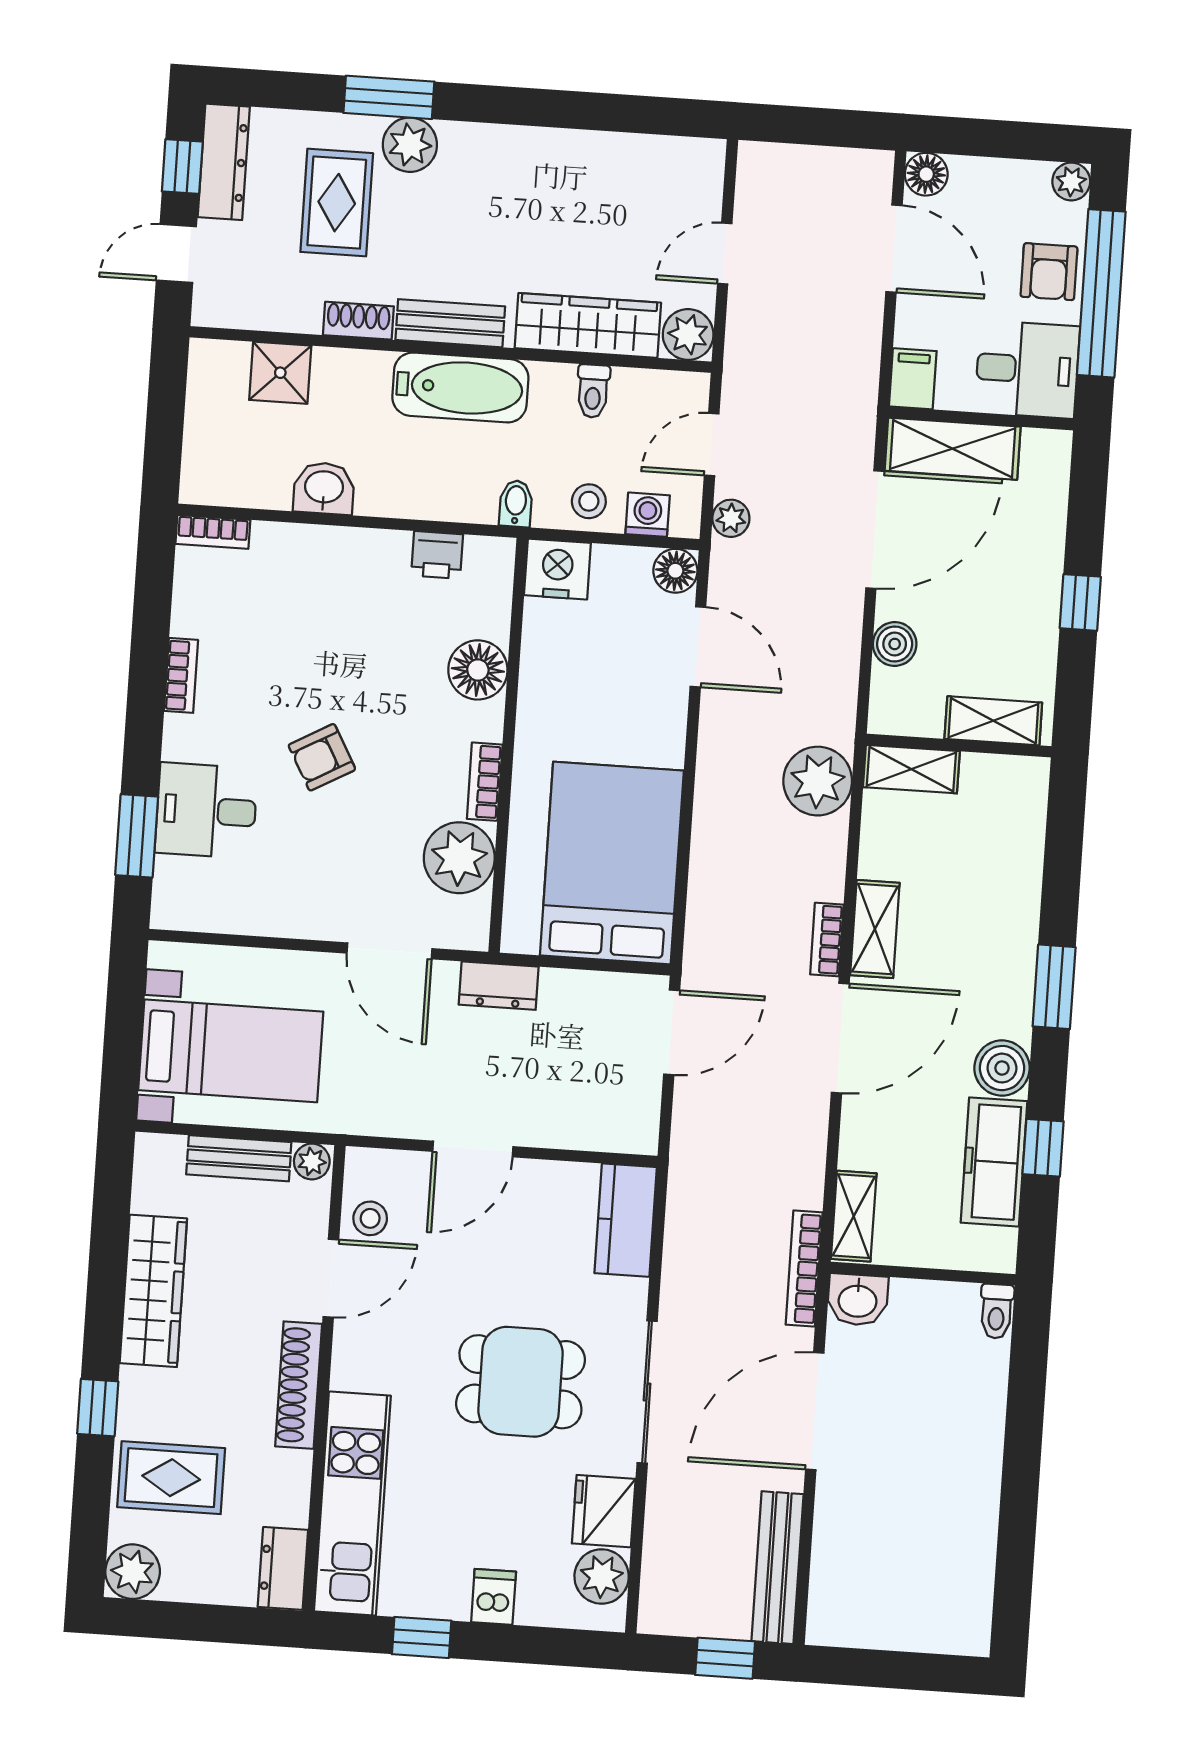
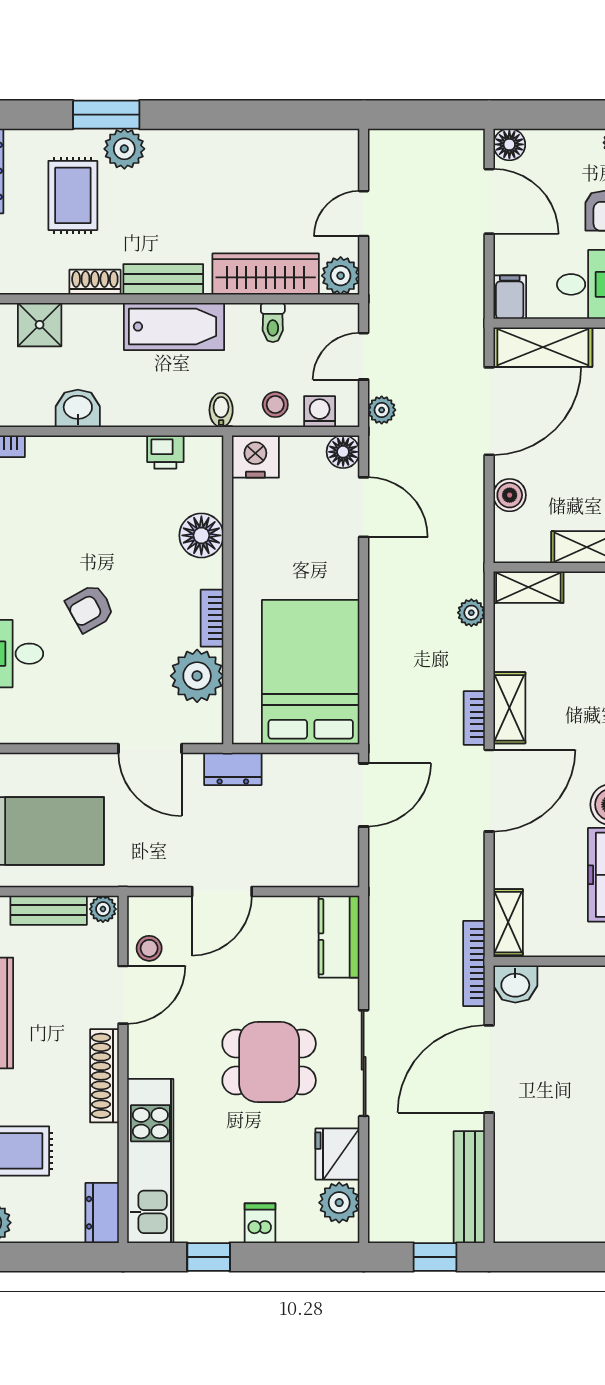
plant: (818, 781) -> (471, 613), width x0.53, depth x0.53

